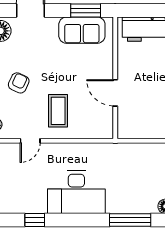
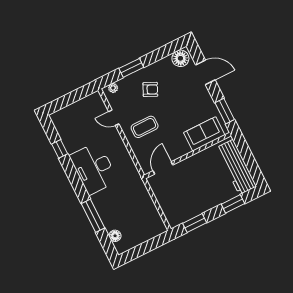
sofa: (82, 30) -> (204, 134), moved, turned 90
door: (115, 93) -> (163, 168), moved

